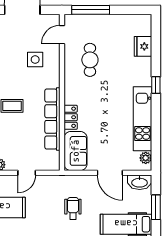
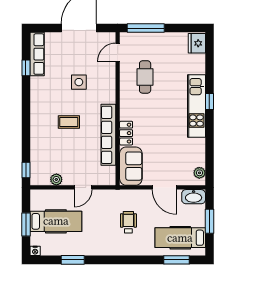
fridge: (143, 46) -> (197, 43), moved
side table: (35, 60) -> (79, 82), moved
kitchen unit: (143, 119) -> (196, 106), moved

